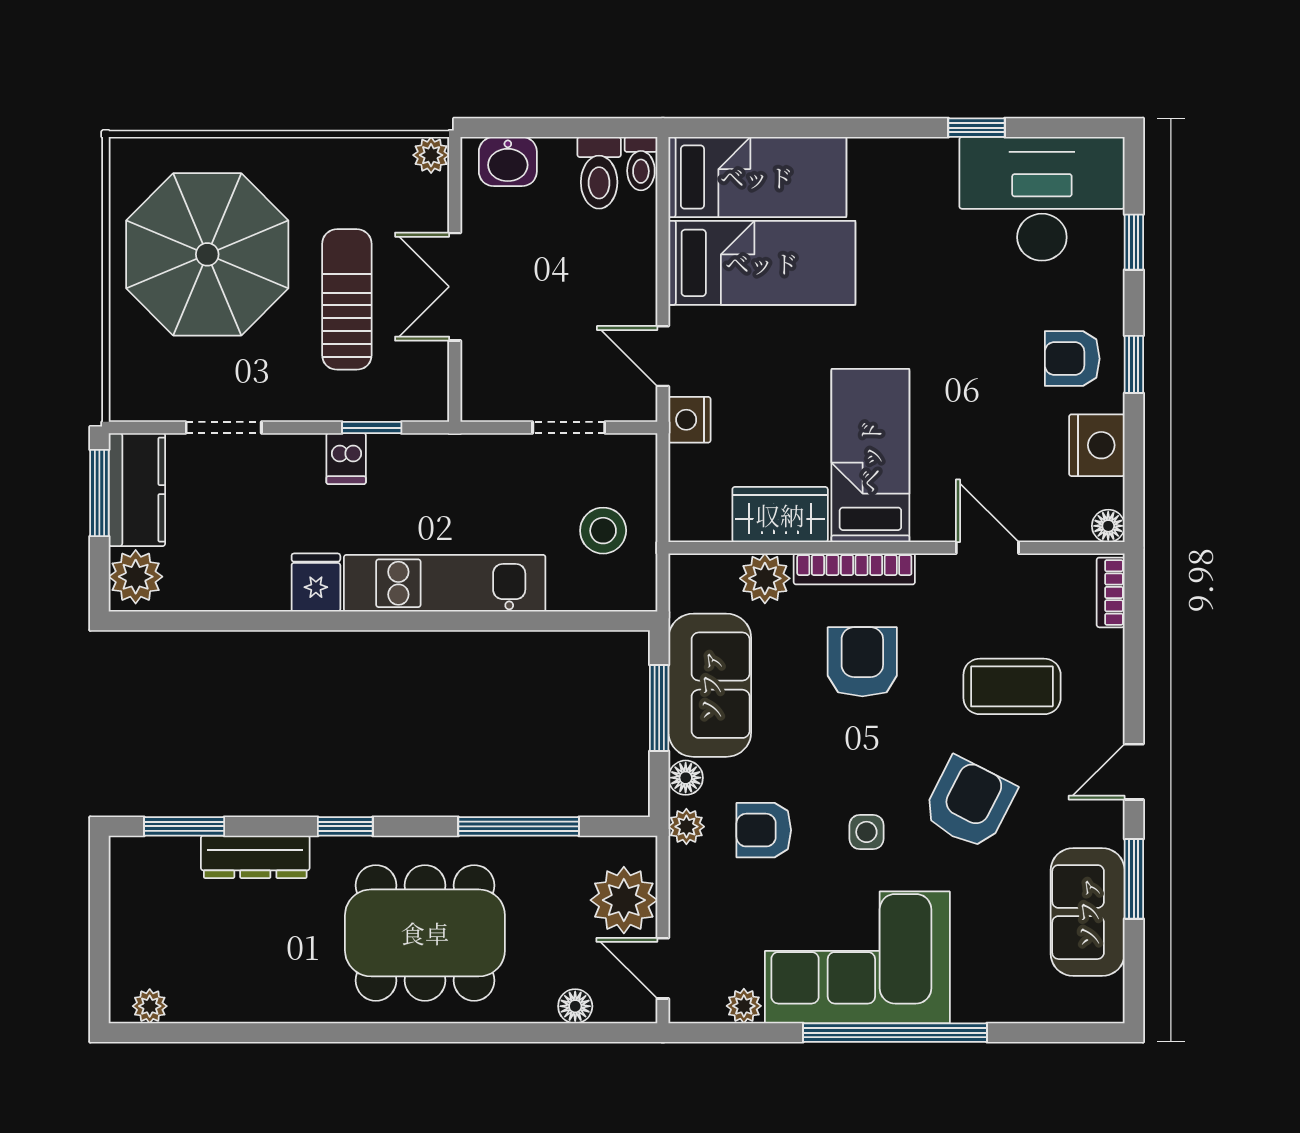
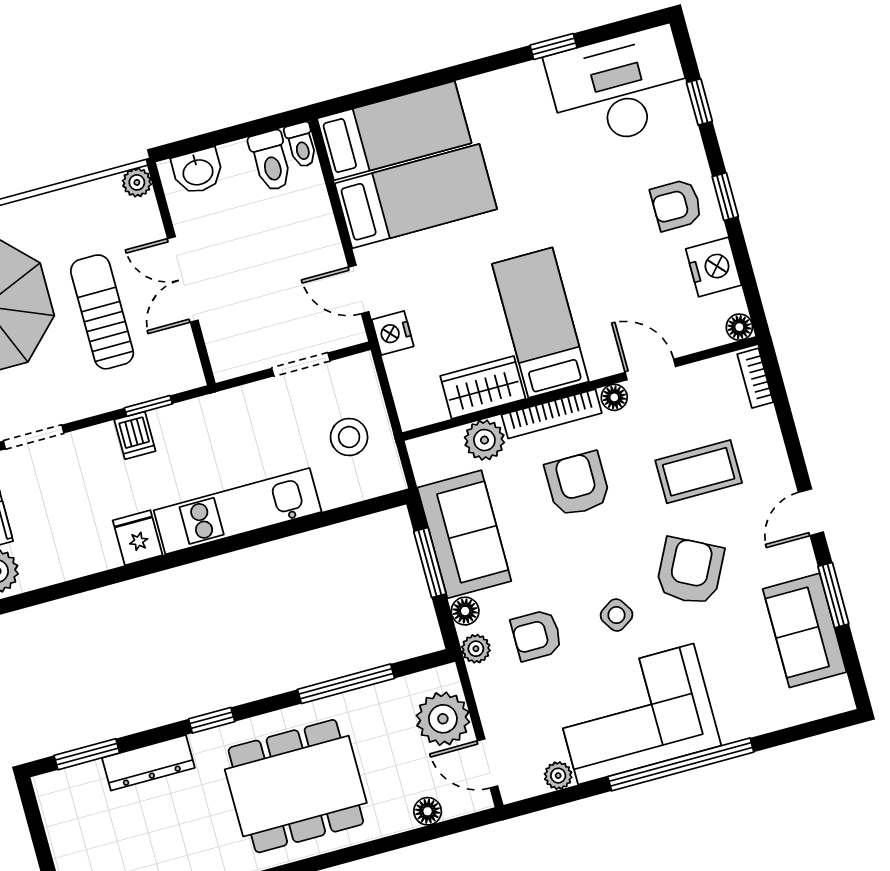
floor lamp: (935, 570) -> (614, 397), added
side table: (866, 832) -> (617, 615), turned -33

